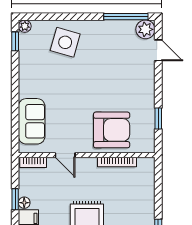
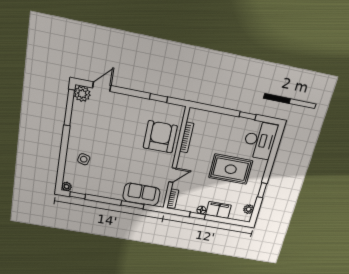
side table: (65, 42) -> (84, 159), width x0.54, depth x0.54
window: (15, 112) -> (132, 205), added

